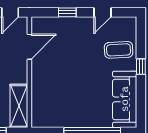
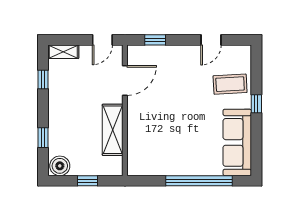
window: (67, 12) -> (155, 40), moved
shelving: (19, 106) -> (113, 130), moved

